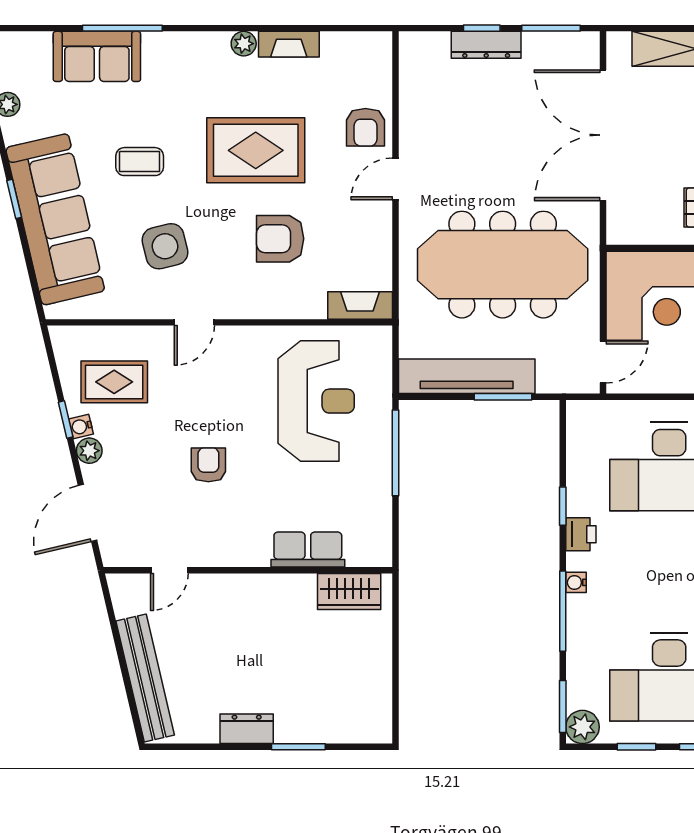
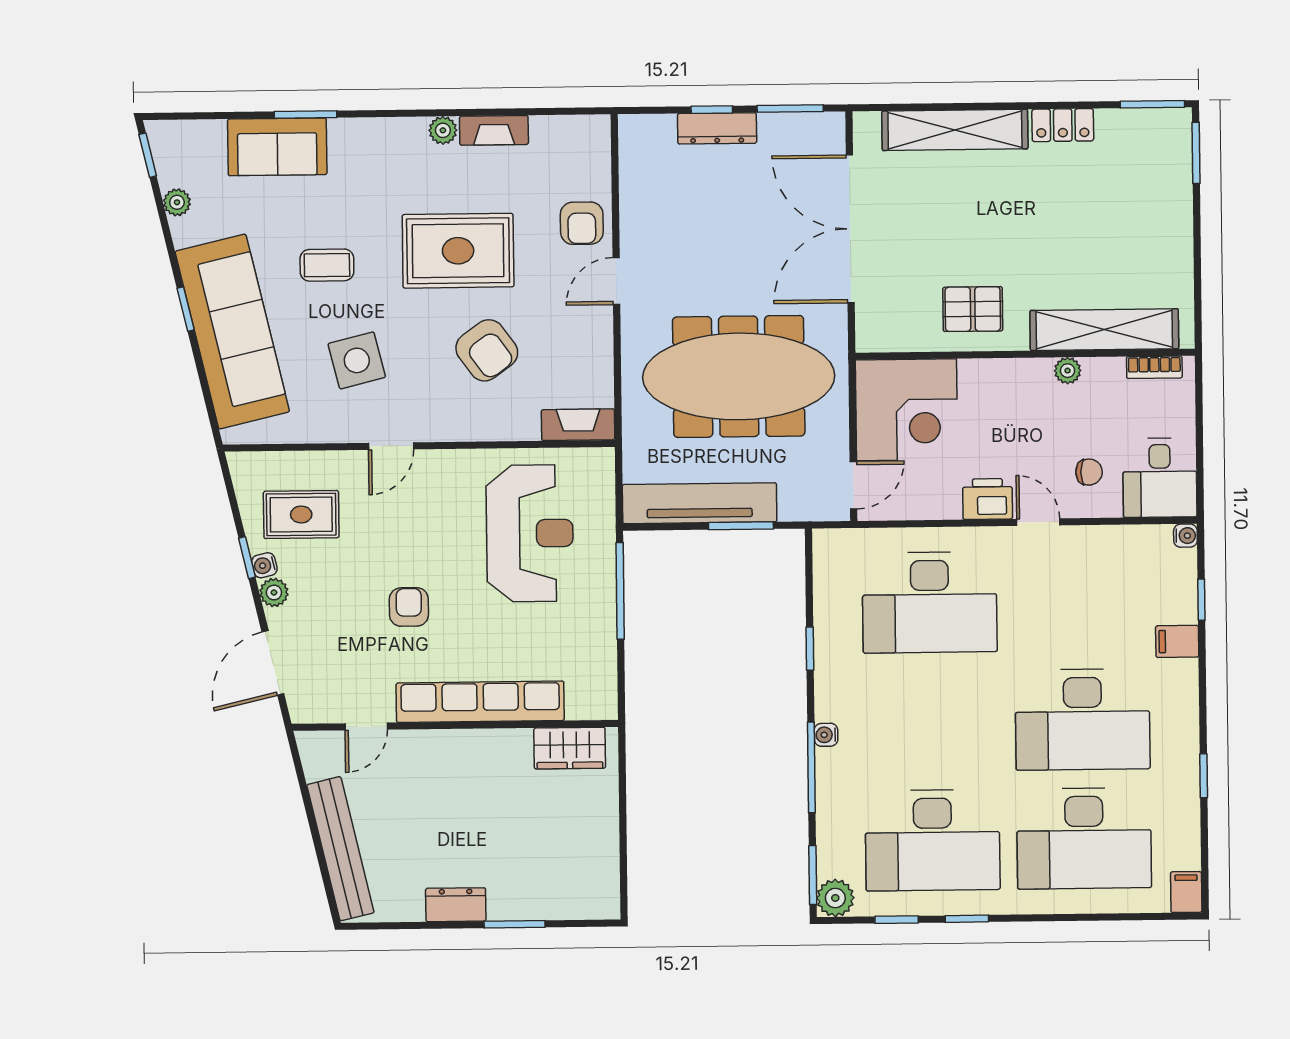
window: (122, 28) -> (306, 115), width x0.69
armchair: (280, 239) -> (487, 350), turned -126
printer: (581, 534) -> (831, 680), removed
row of seats: (308, 549) -> (480, 702), width x2.02

